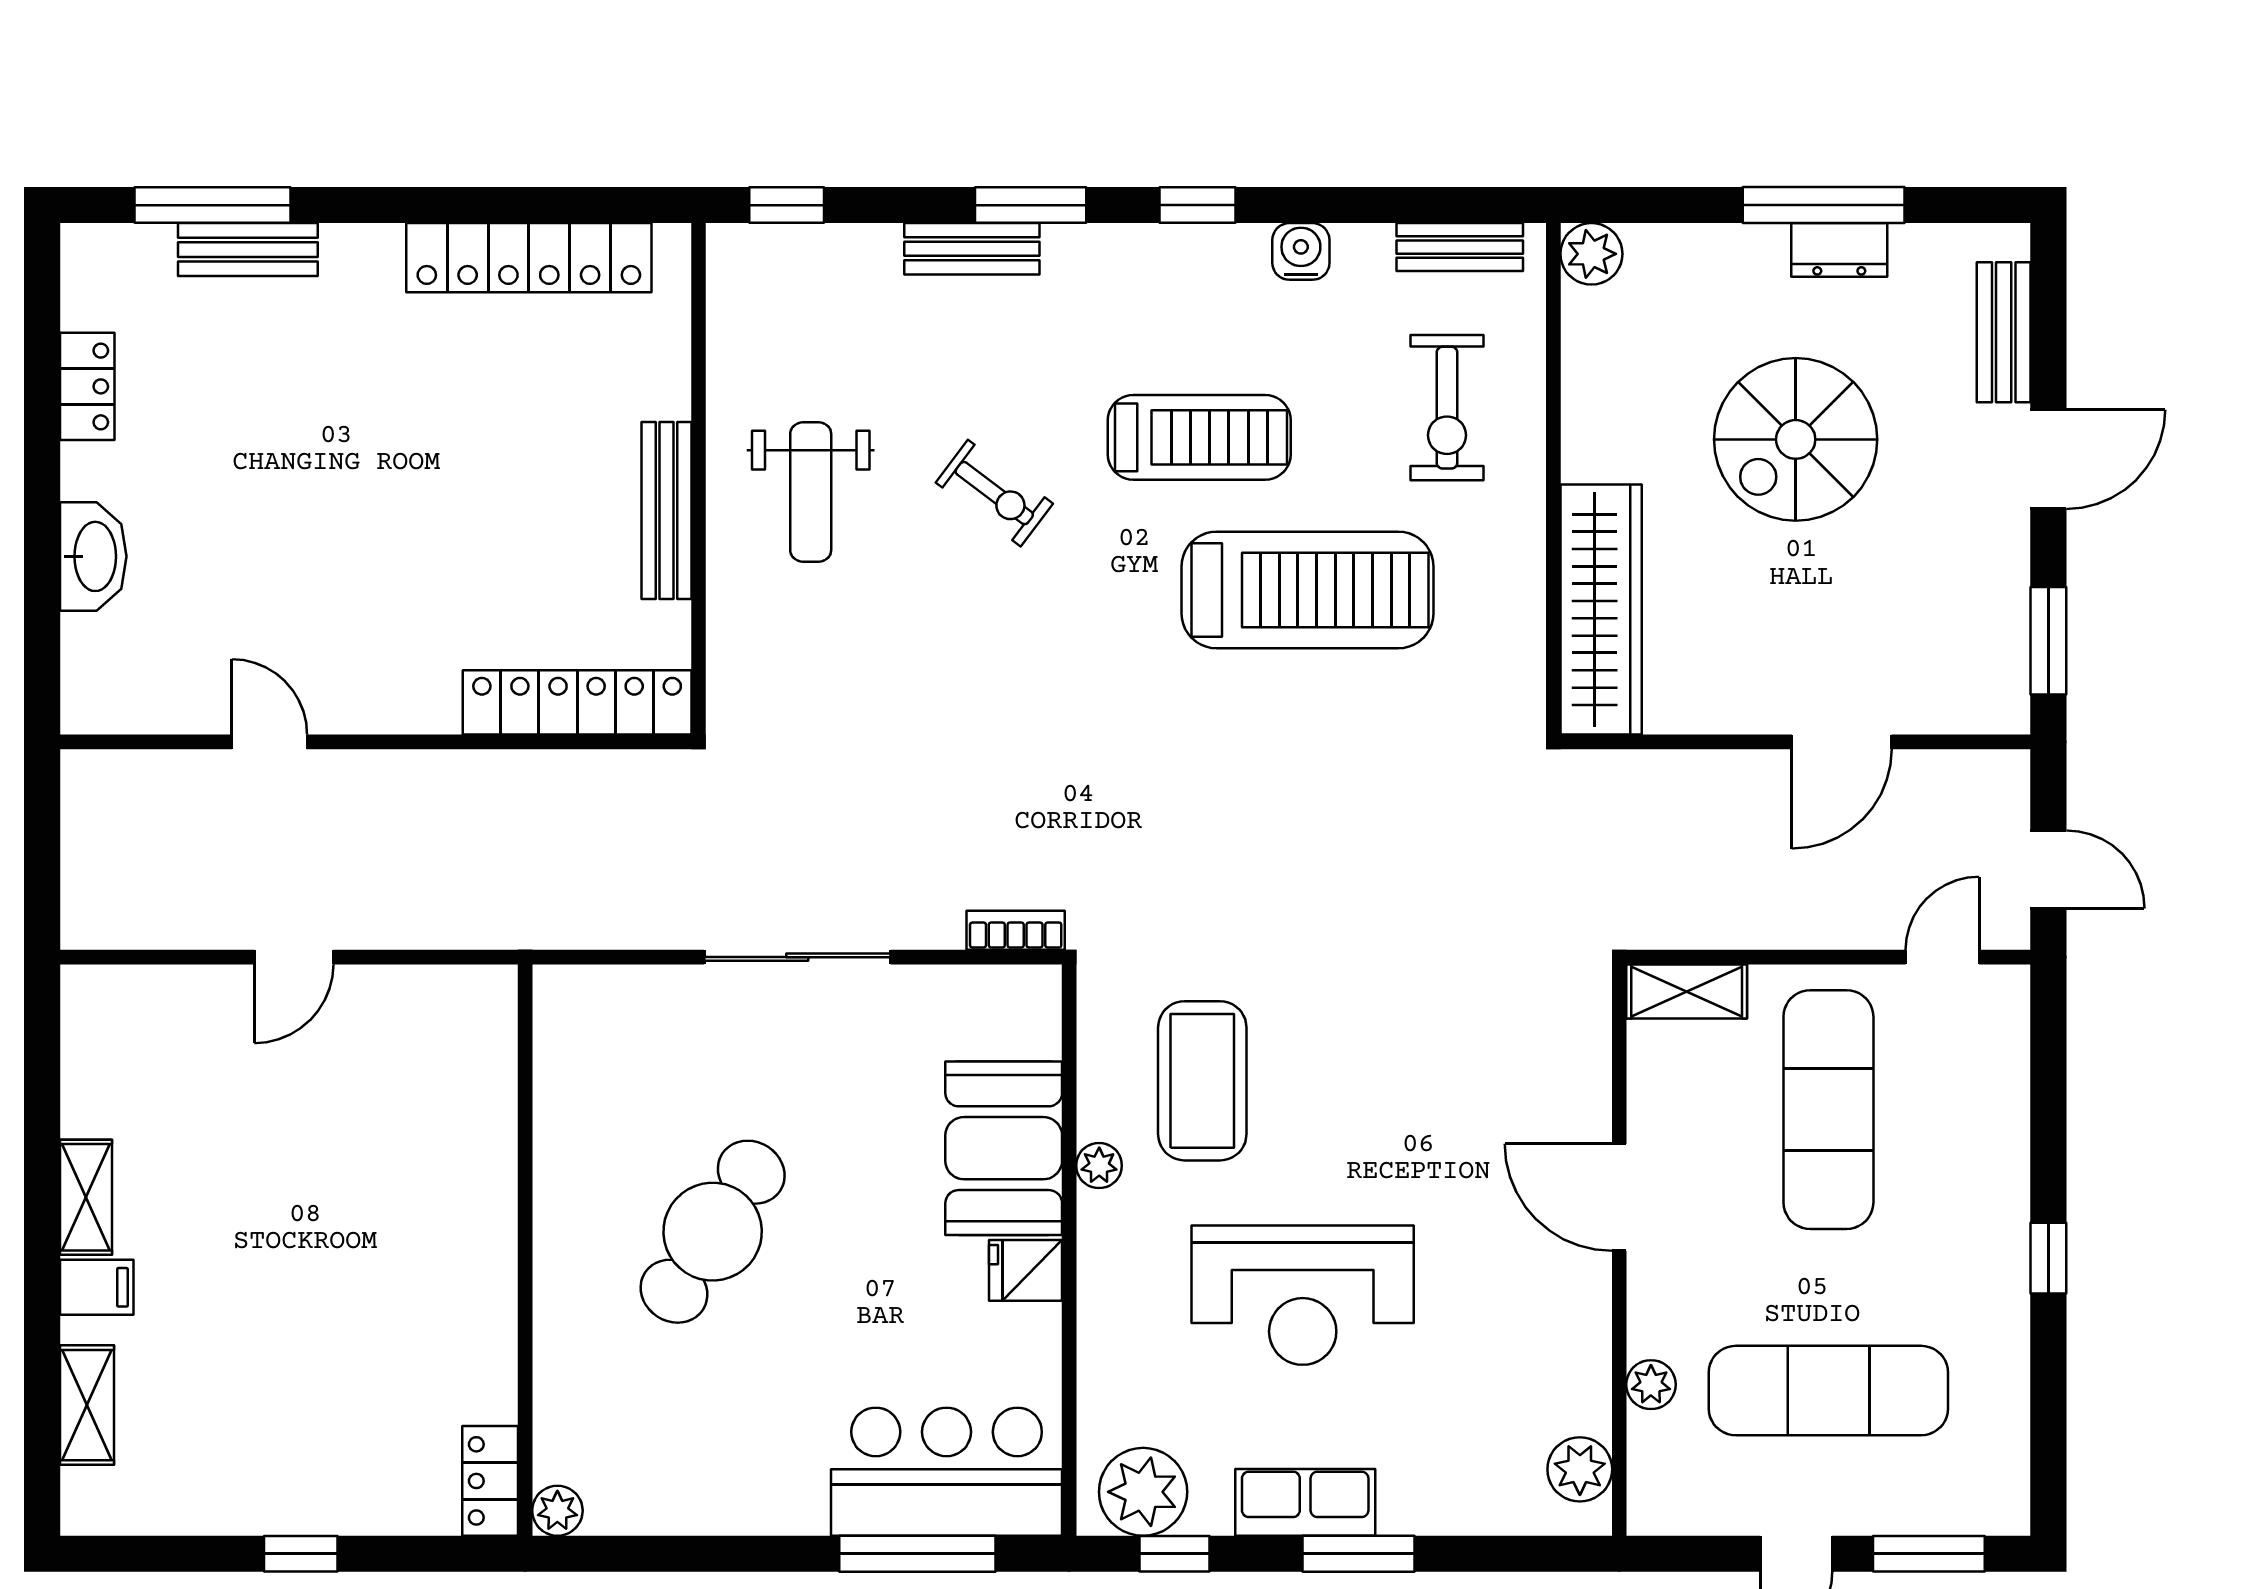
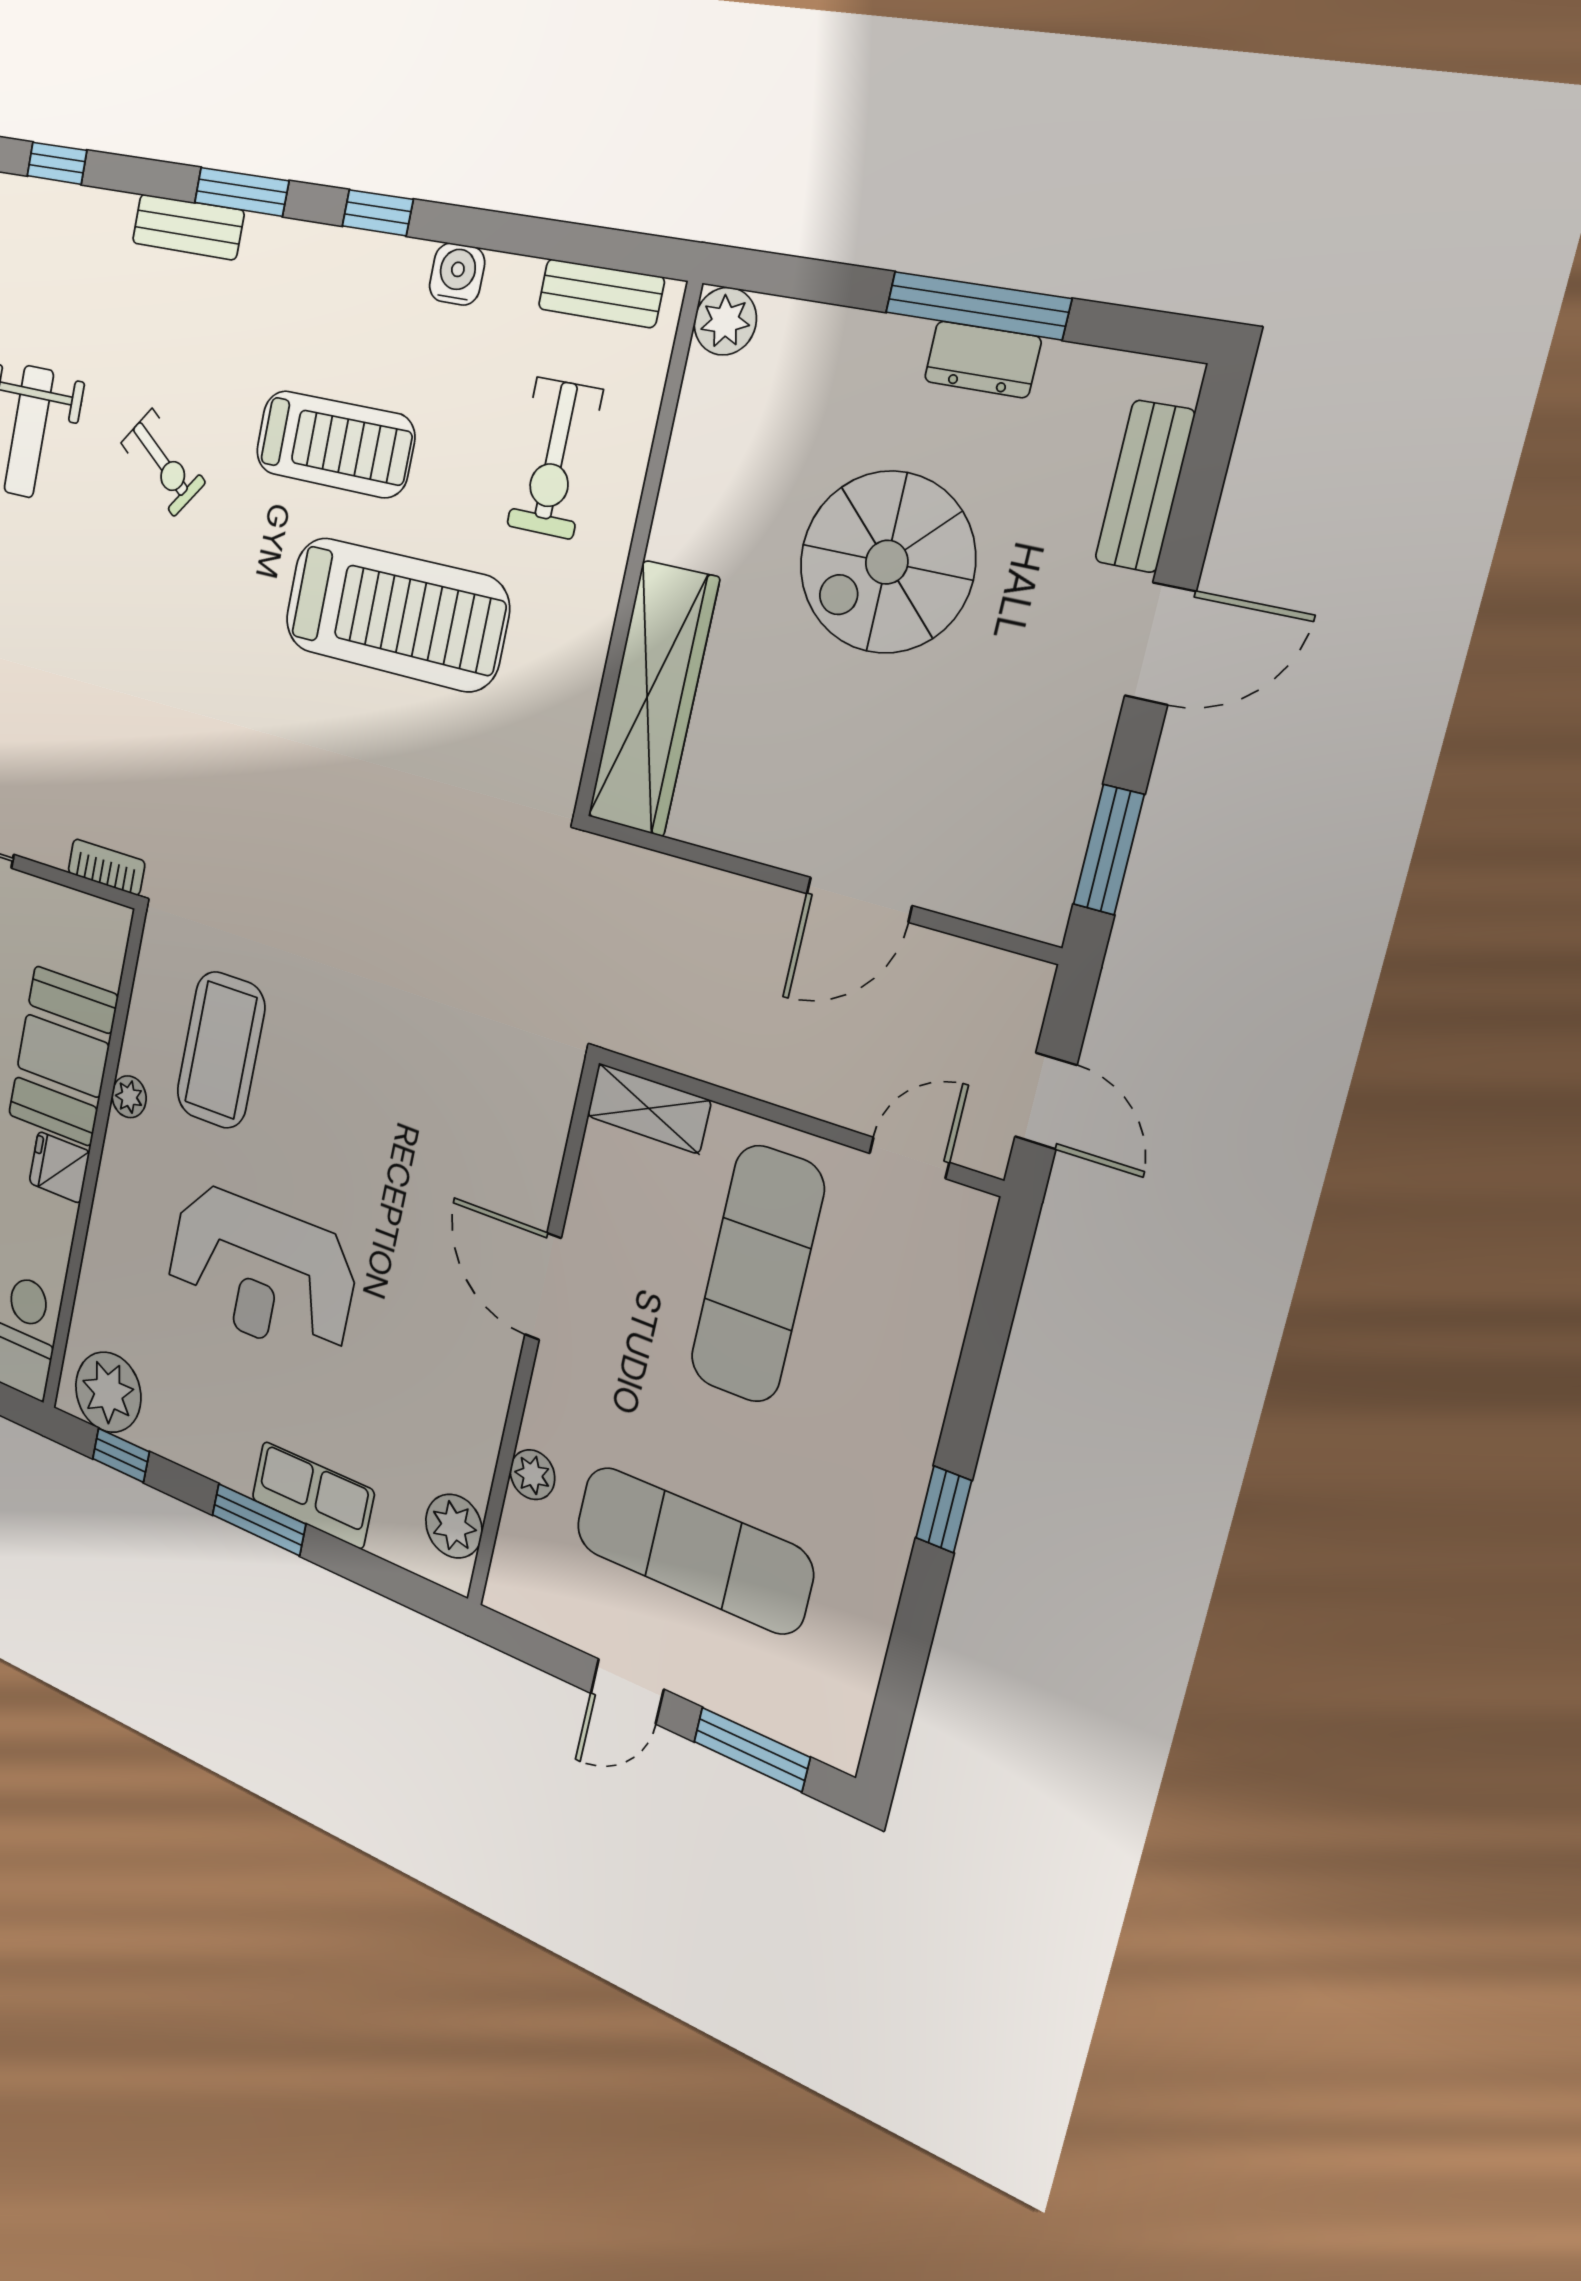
row of seats: (1305, 1502) -> (313, 1495), moved

